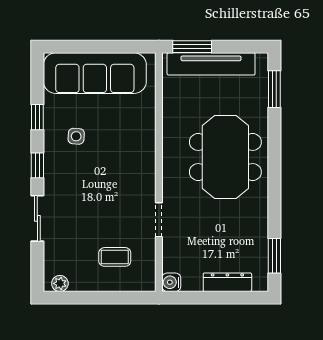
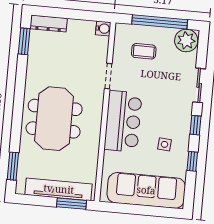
bar counter: (134, 162) -> (123, 121), added
dresser: (227, 282) -> (49, 24), moved
plant: (60, 283) -> (186, 40), width x1.87, depth x1.87
window: (97, 298) -> (160, 22), added

